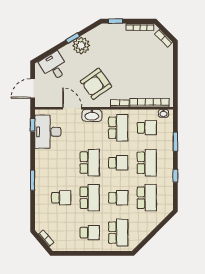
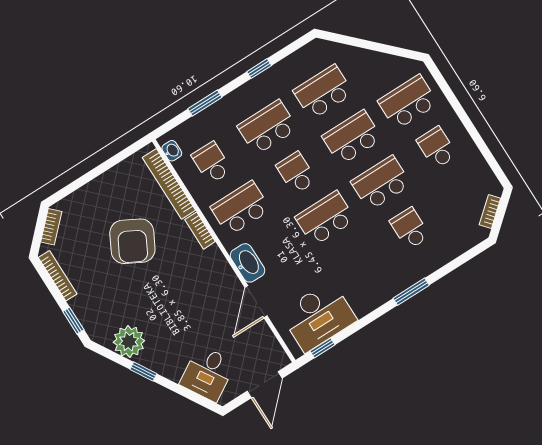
plant: (81, 46) -> (129, 341), moved
armchair: (96, 84) -> (132, 241), moved, turned 63
door: (33, 89) -> (265, 385), hinge flipped
school desk: (118, 198) -> (352, 137), width x1.85

